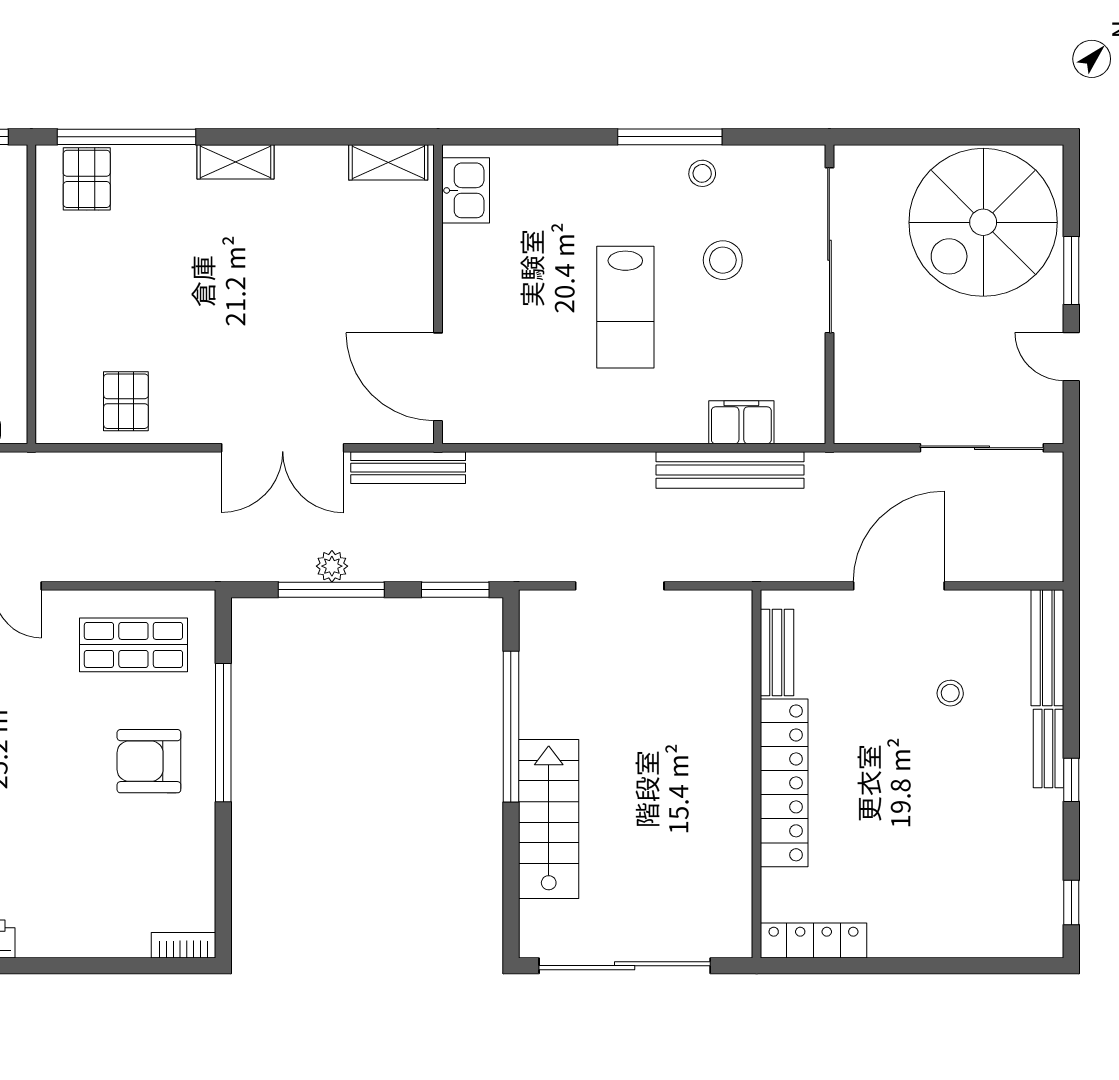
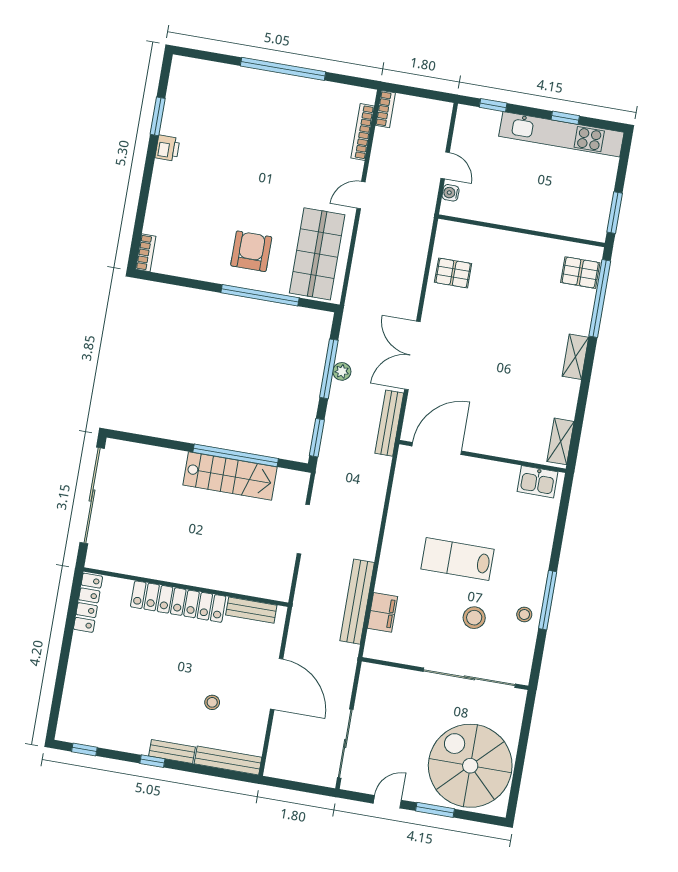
shop shelf: (133, 645) -> (317, 254), width x1.43, depth x1.36
stairs: (549, 819) -> (230, 476), moved

